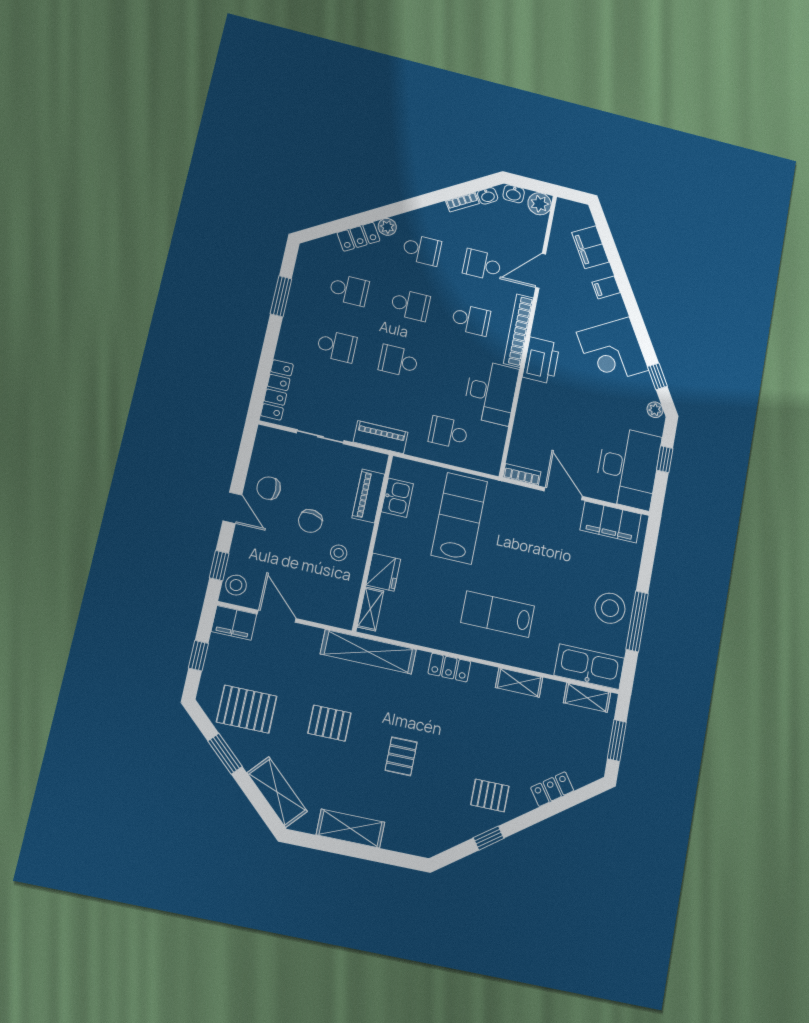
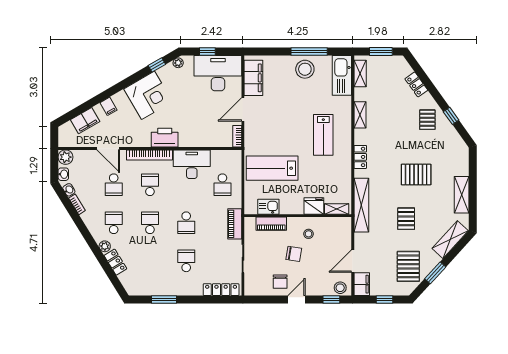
school desk: (349, 290) -> (150, 261), removed
pallet: (401, 756) -> (416, 174), width x1.50, depth x1.42

